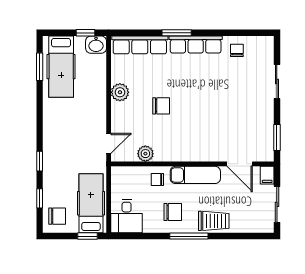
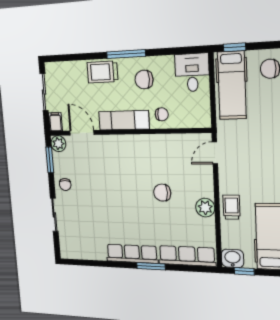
chair: (237, 50) -> (65, 184), moved
trolley: (95, 93) -> (232, 207), added
plant: (145, 154) -> (58, 144), moved

